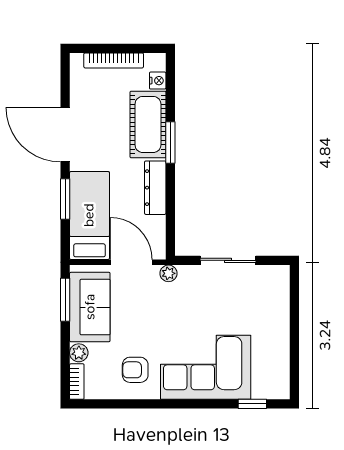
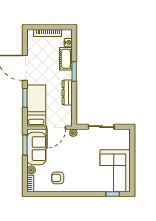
cot: (148, 124) -> (66, 59), width x0.73, depth x0.75
door: (131, 262) -> (56, 128), swing flipped
corner sofa: (206, 367) -> (115, 171), moved, turned -90

